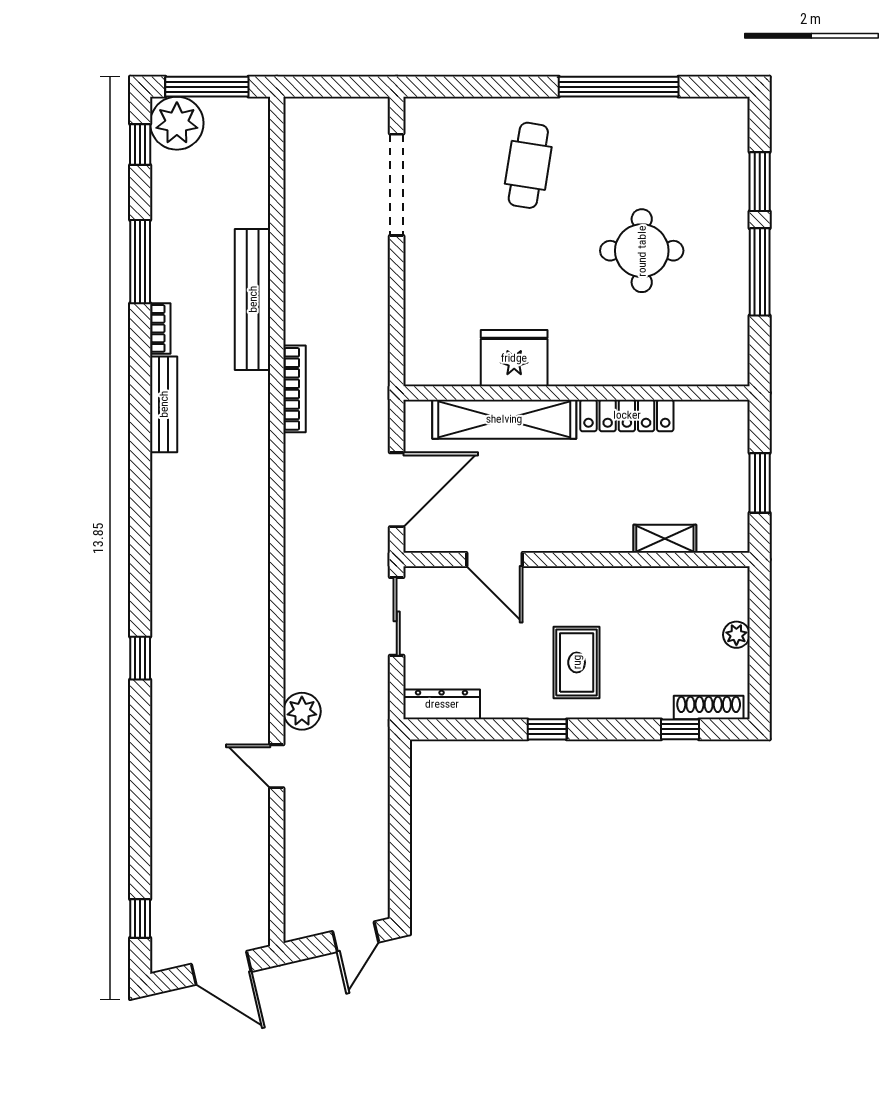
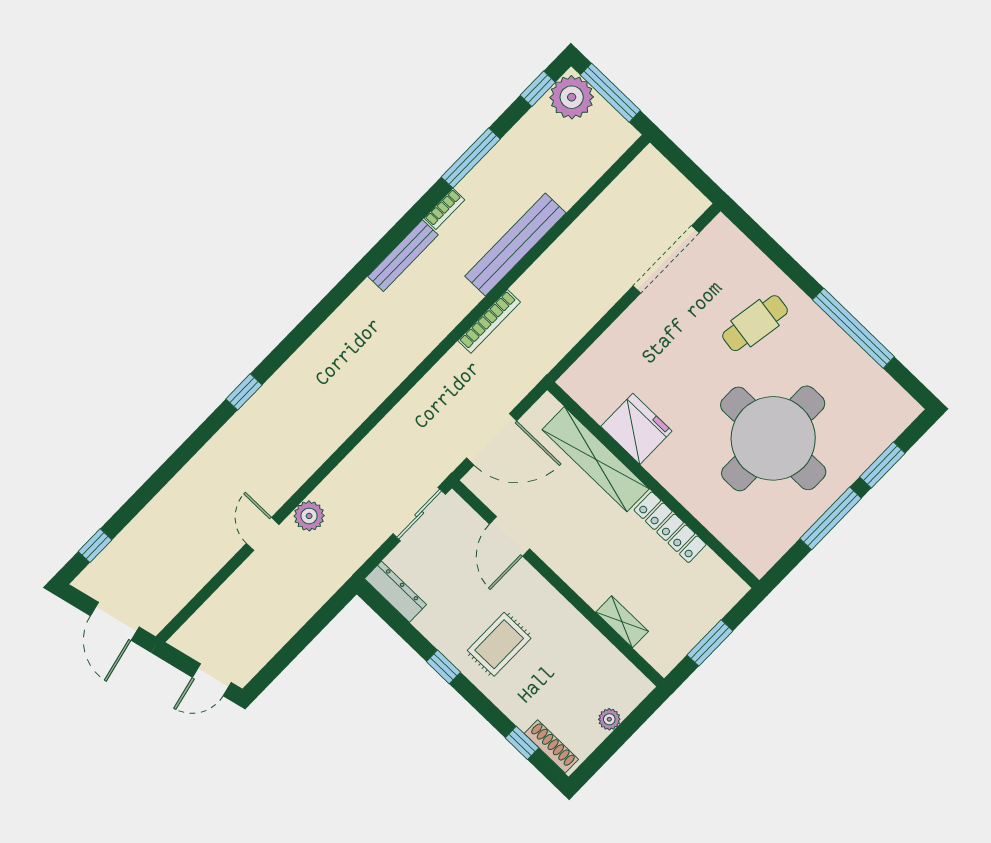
round table: (642, 251) -> (773, 438), width x1.86, depth x1.86

